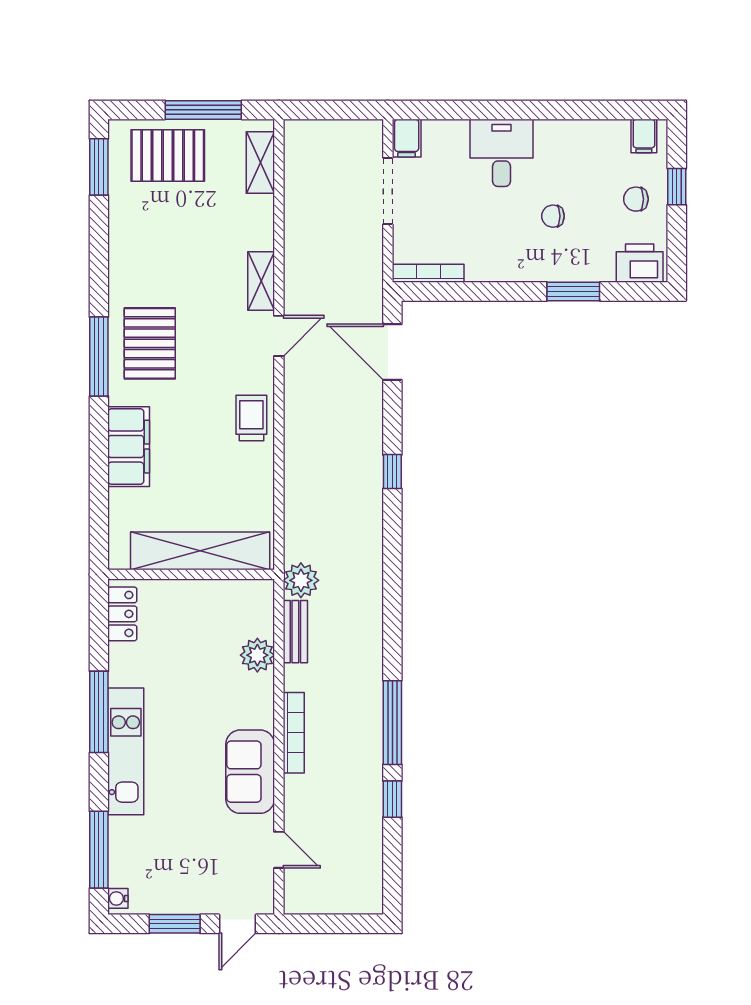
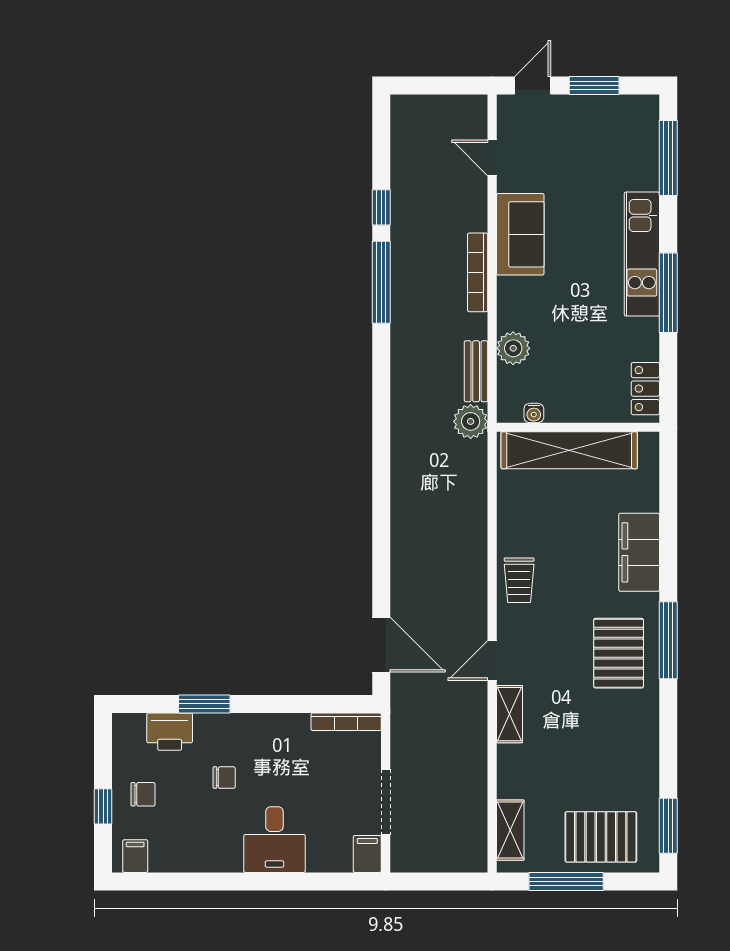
printer: (640, 263) -> (170, 732), moved
window: (392, 472) -> (381, 528), removed
water cooler: (118, 898) -> (534, 413), moved, turned 90

